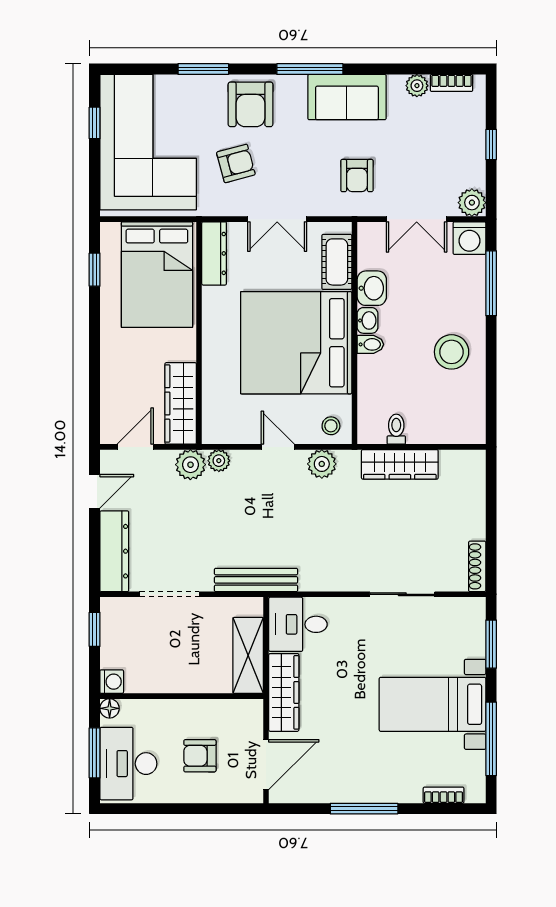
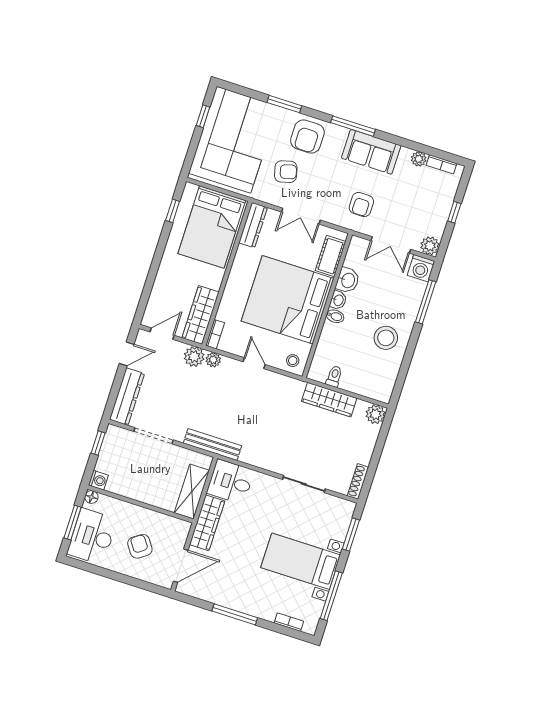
bookcase: (210, 424) -> (215, 334), added
plant: (322, 464) -> (375, 414), moved
armchair: (200, 756) -> (140, 546), turned 55

